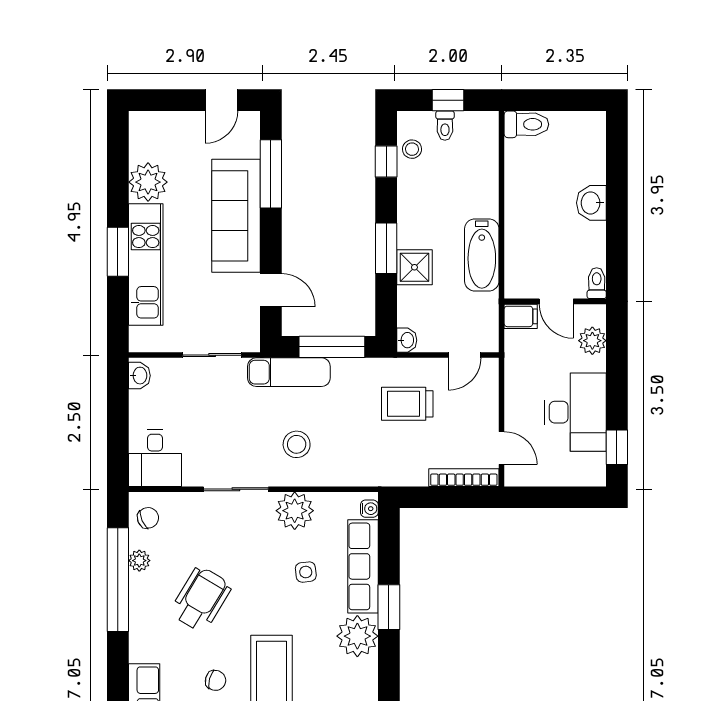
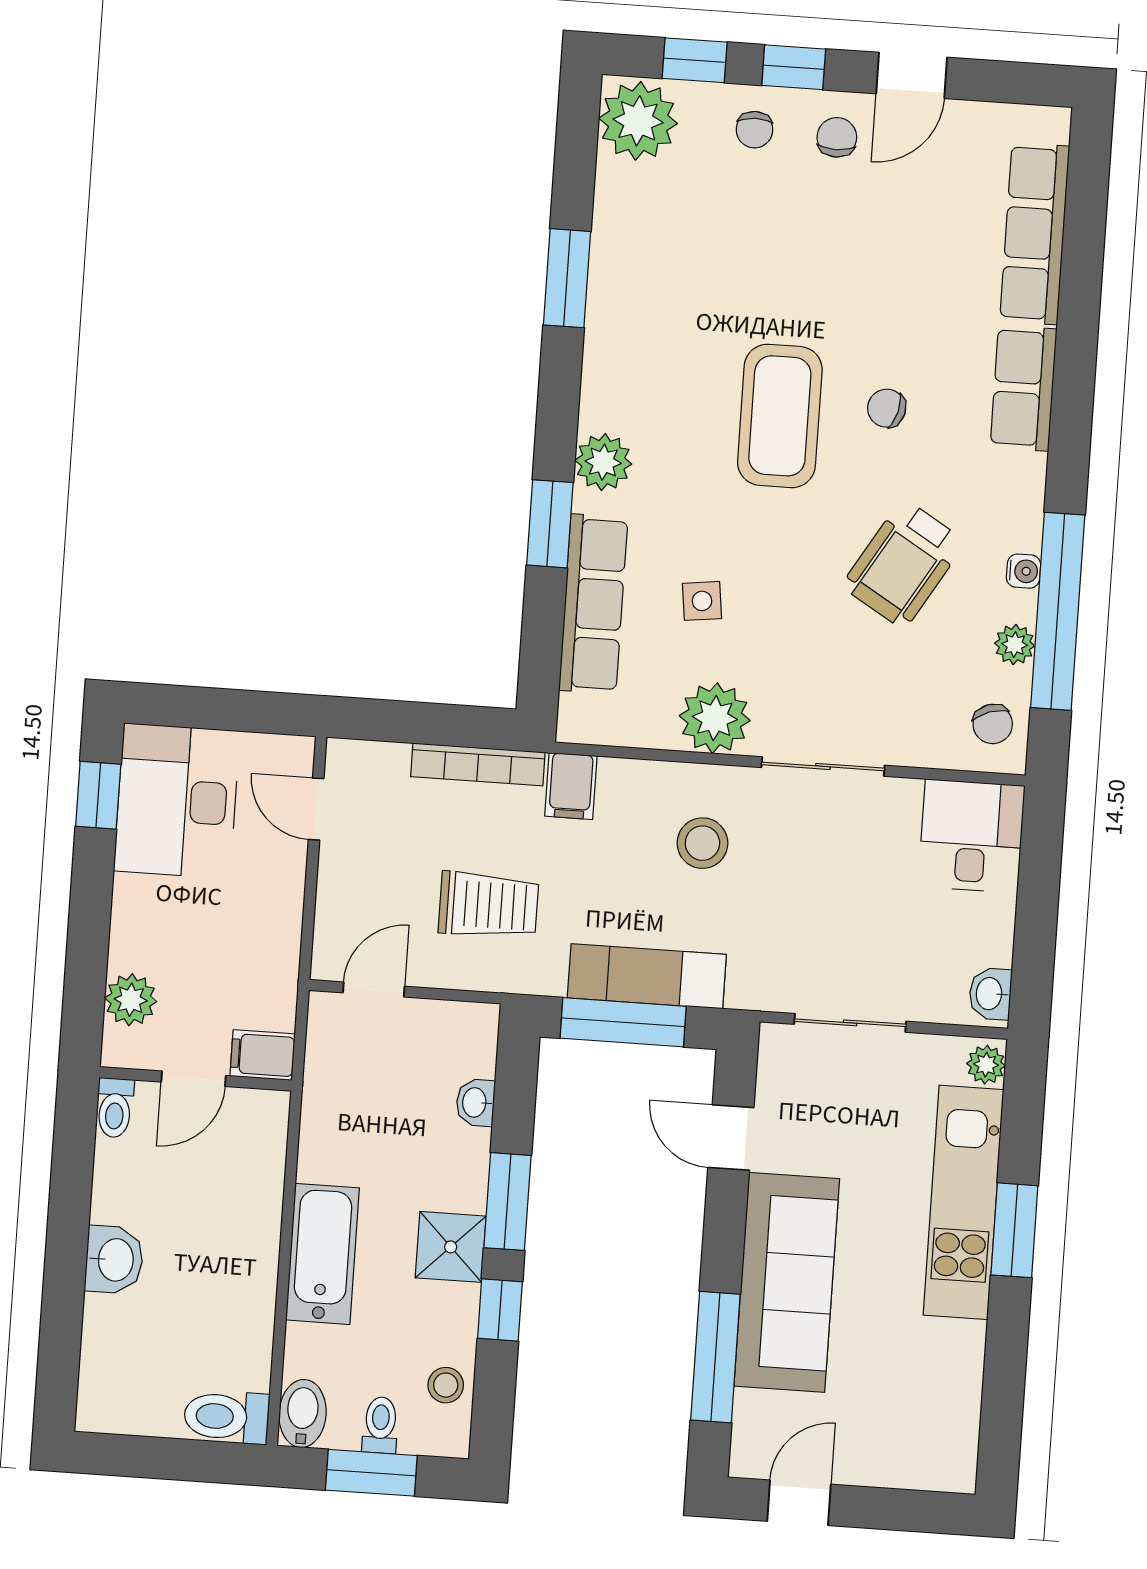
window: (448, 100) -> (371, 1473), width x1.50
bidet: (486, 129) -> (303, 1414), added
window: (386, 162) -> (500, 1310), moved
plant: (148, 182) -> (986, 1065), moved, width x0.53, depth x0.53
bathtub: (482, 255) -> (322, 1254), moved
shower: (414, 267) -> (451, 1247), moved
door: (556, 301) -> (193, 1079), swing flipped
washbasin: (407, 340) -> (475, 1103), moved
exam couch: (289, 372) -> (647, 976), moved
desk: (575, 412) -> (177, 801), moved
filing cabinet: (368, 470) -> (571, 786), added
bookcase: (464, 478) -> (478, 764), moved
water cooler: (369, 509) -> (1024, 571), moved, turned 180
chair: (148, 518) -> (993, 724), turned -85
plant: (357, 636) -> (603, 462), width x0.73, depth x0.73

